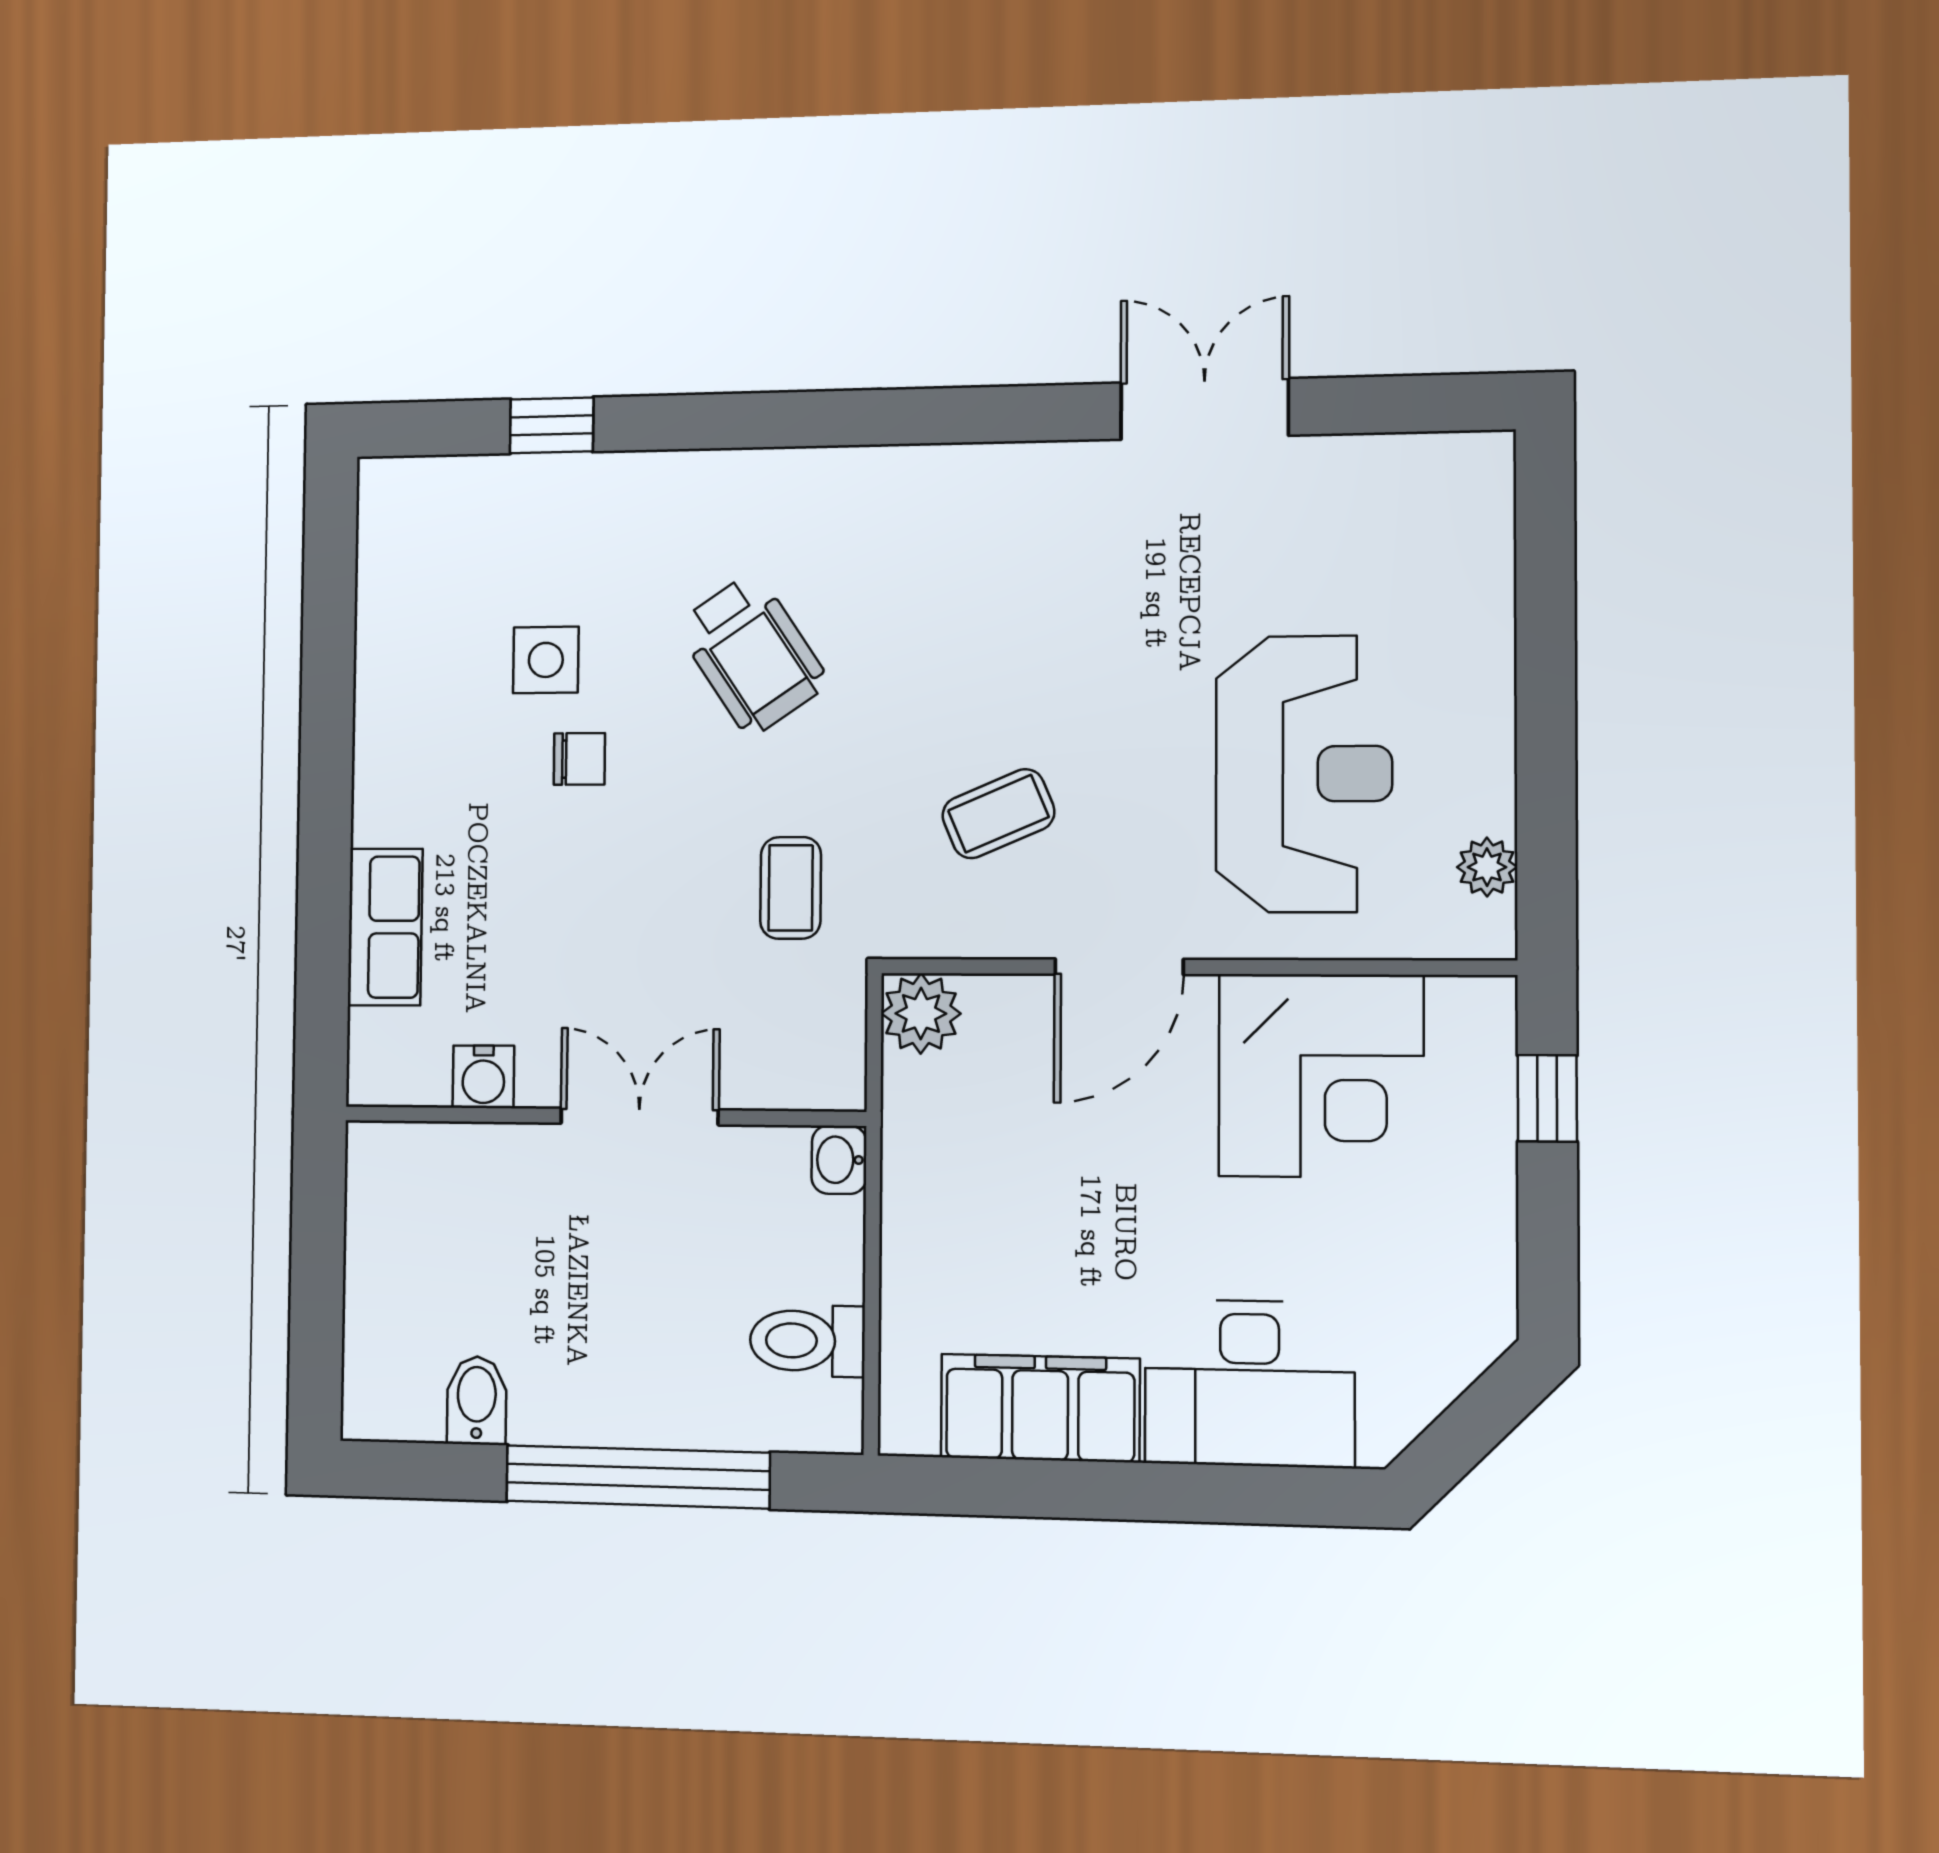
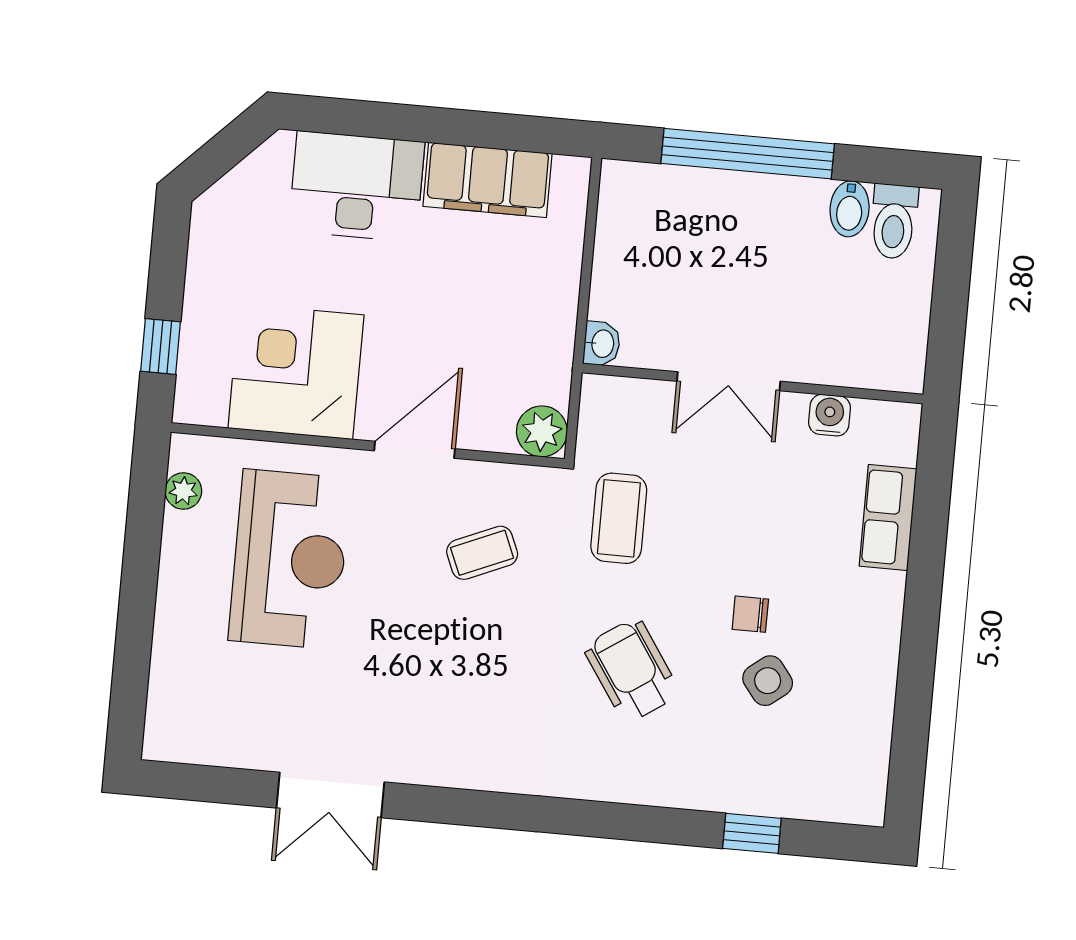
side table: (546, 660) -> (768, 681), turned -38
reception desk: (1304, 774) -> (289, 559), turned 180
coffee table: (791, 888) -> (619, 518), width x1.36, depth x1.30
toilet: (807, 1341) -> (894, 221), moved, turned 90

